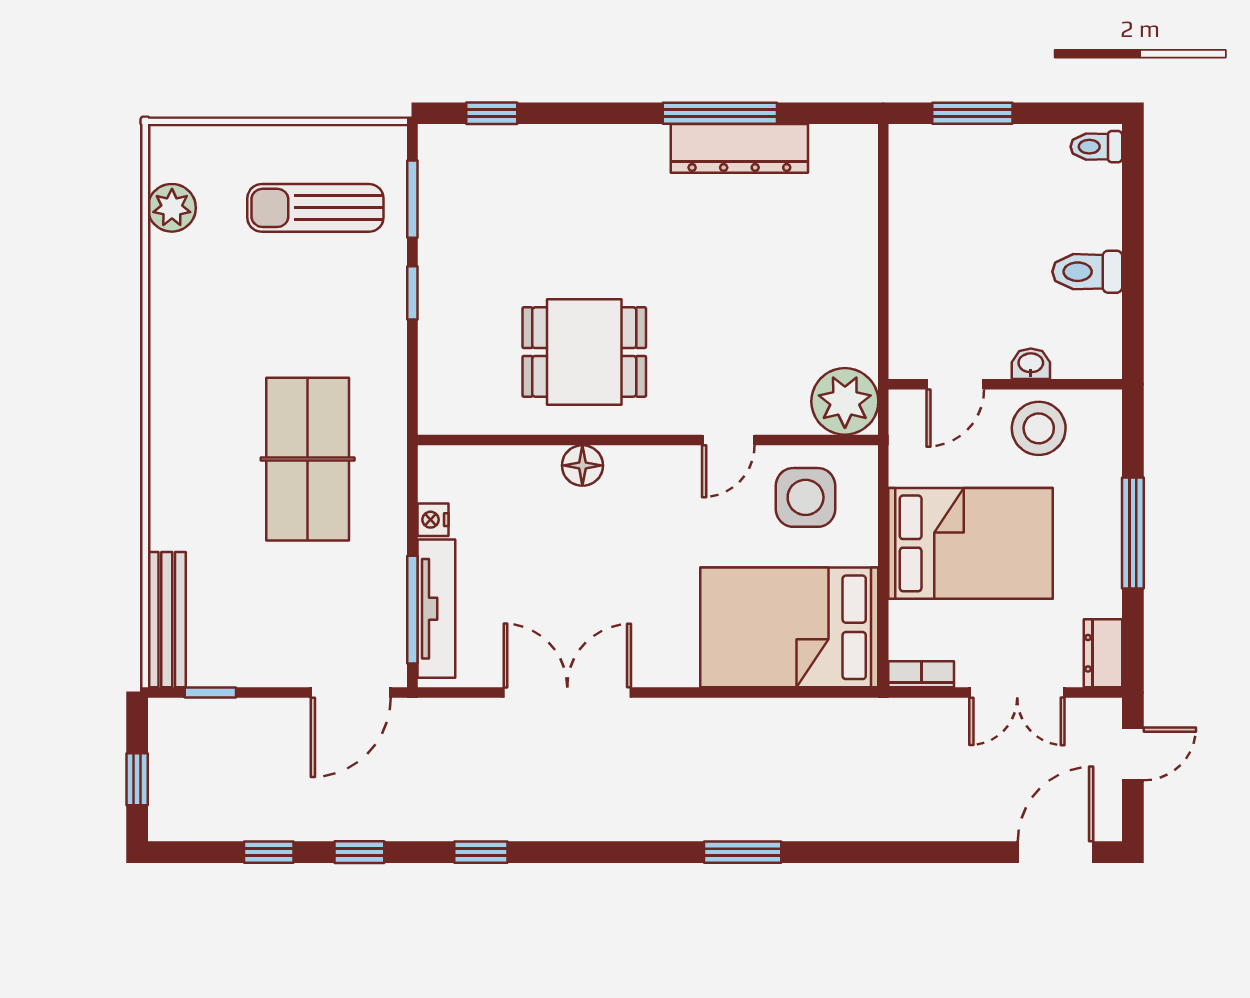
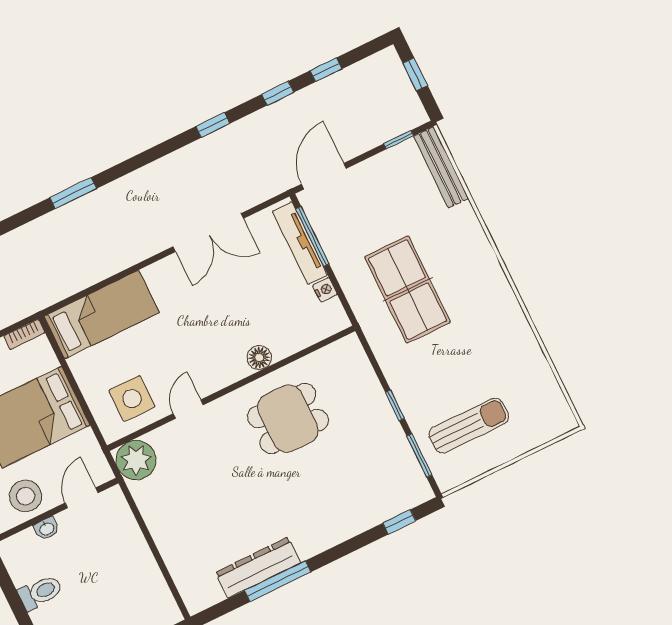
plant: (172, 208) -> (545, 388), removed
bed: (789, 627) -> (102, 314), width x0.67

